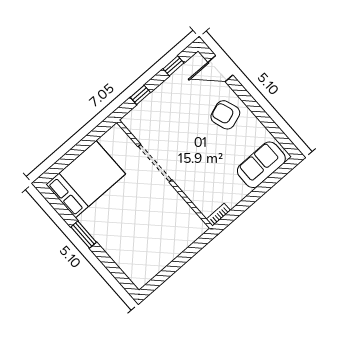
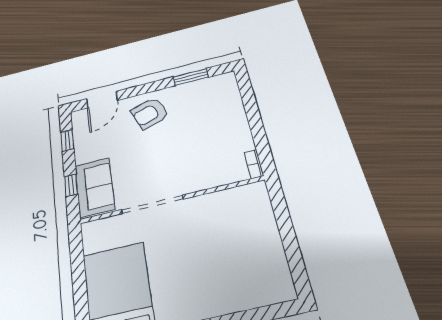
window: (271, 127) -> (191, 77), added
sofa: (261, 165) -> (95, 187), moved, turned 180

